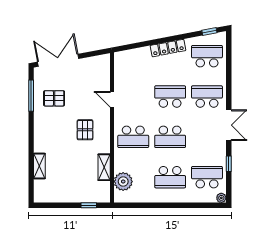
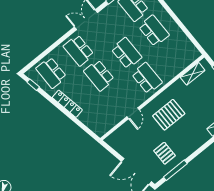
pallet: (85, 130) -> (169, 115), width x1.50, depth x1.42
shelving: (104, 167) -> (193, 74), moved
plant: (123, 181) -> (183, 60), removed

